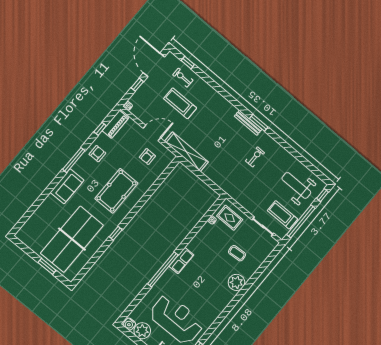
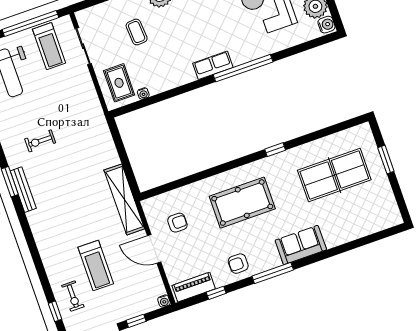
table tennis table: (72, 239) -> (334, 175), width x0.73, depth x0.76

